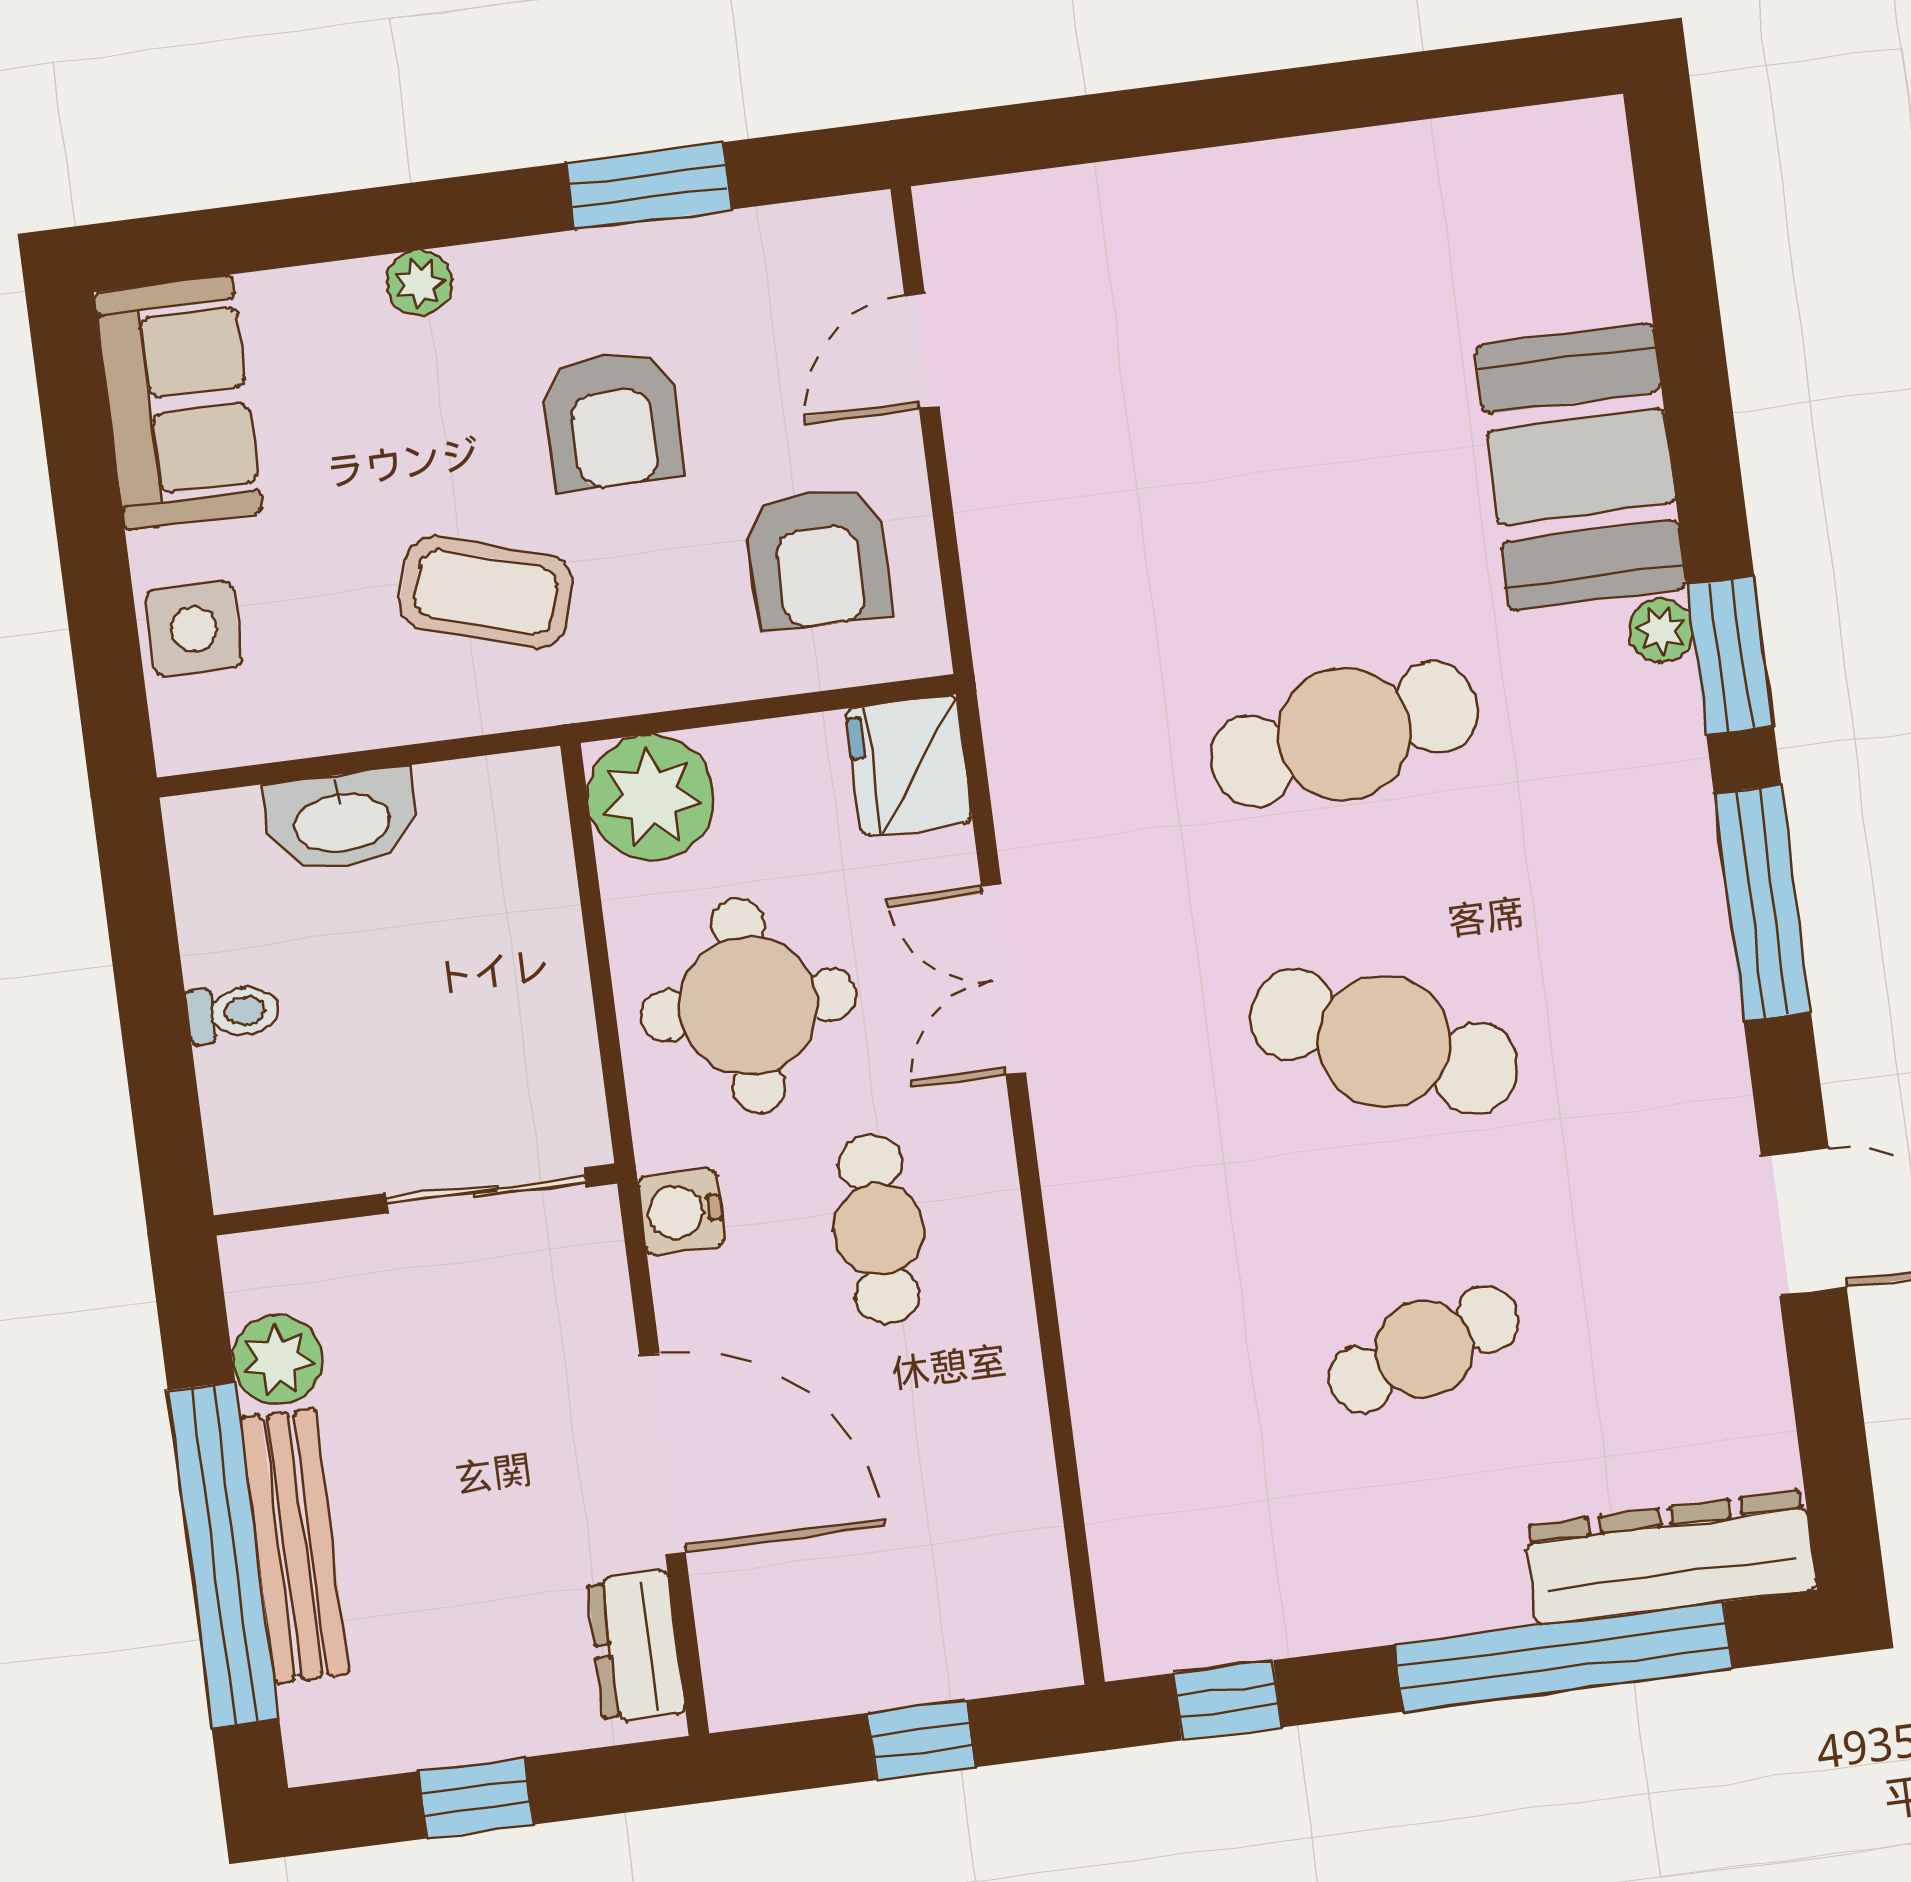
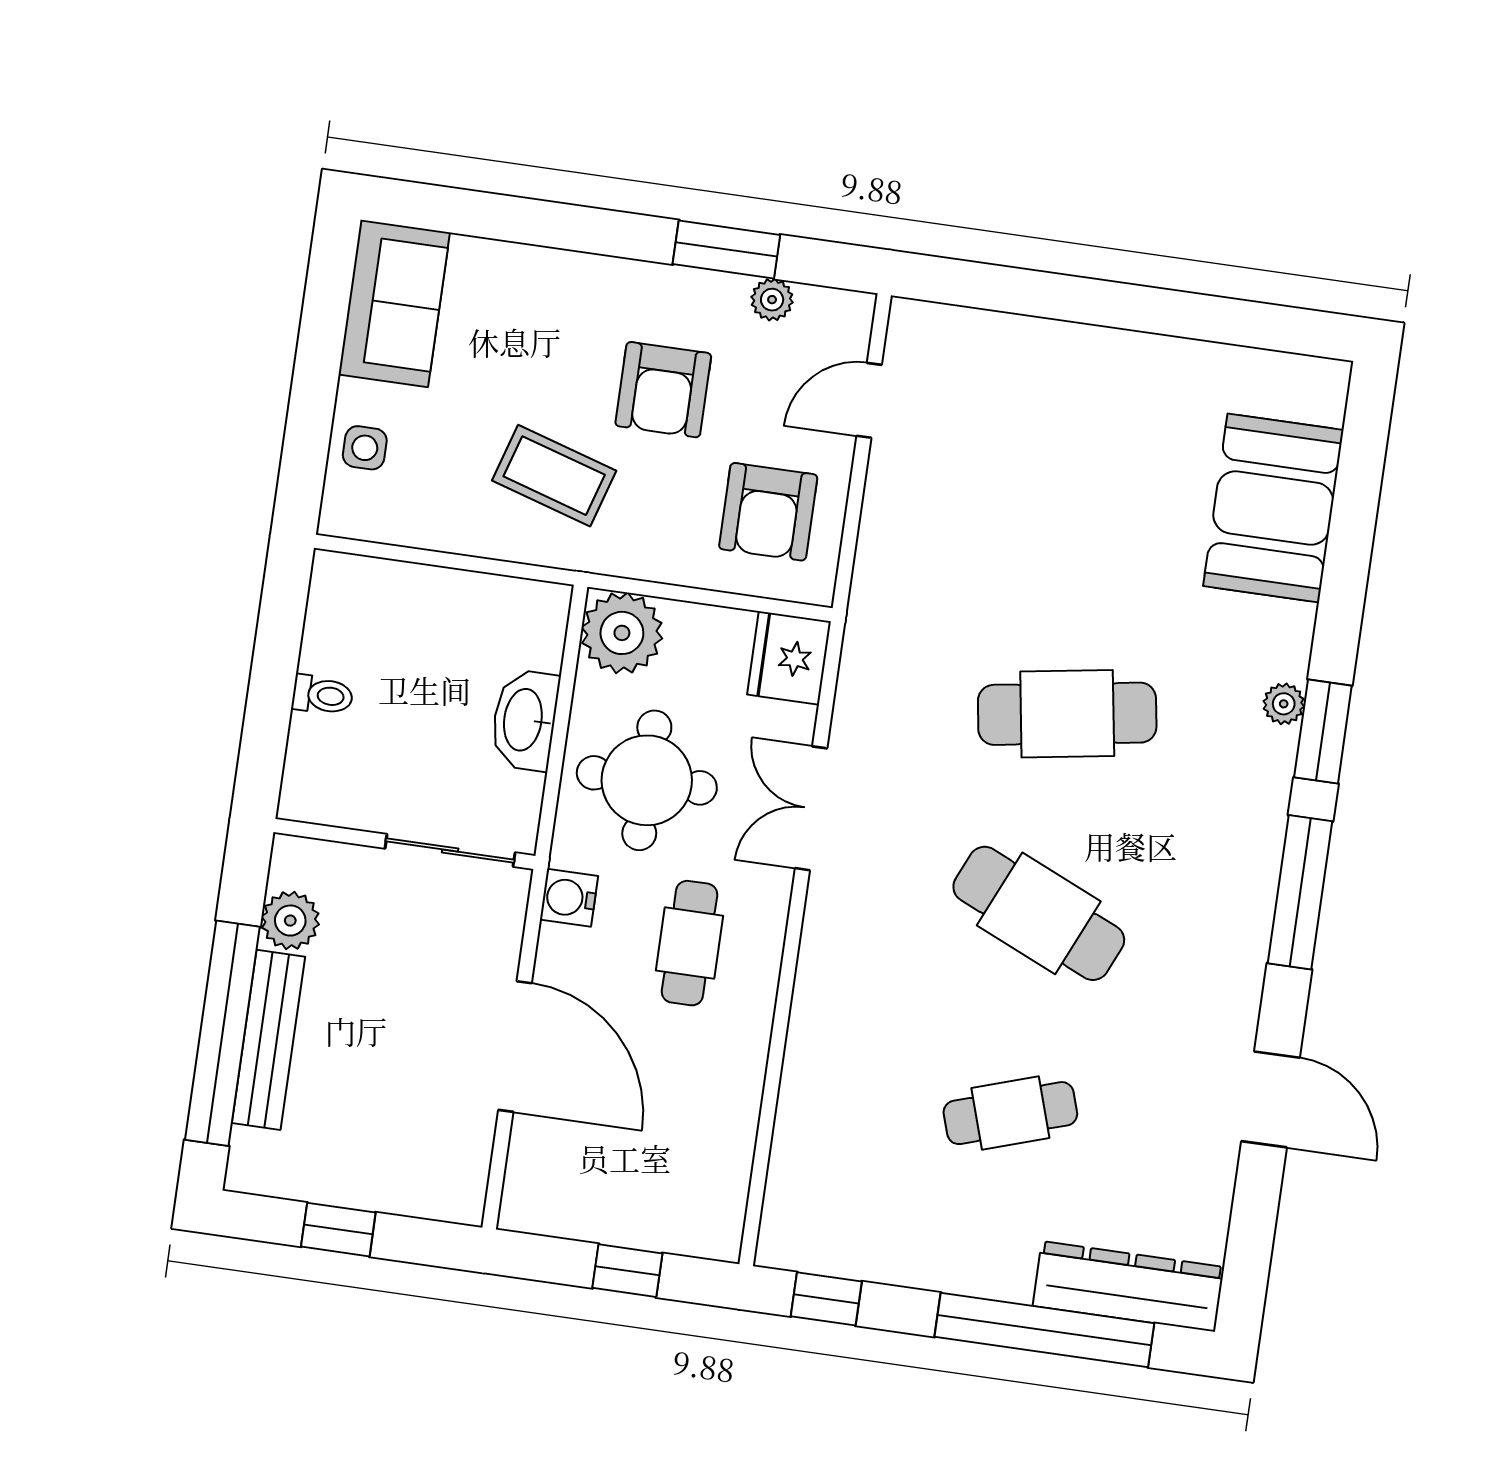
plant: (419, 283) -> (772, 300), moved
booth: (1581, 467) -> (1273, 508), moved
side table: (194, 629) -> (365, 448), width x0.73, depth x0.73
washbasin: (342, 820) -> (525, 720), moved, turned 90
dresser: (636, 1647) -> (465, 1163), removed

